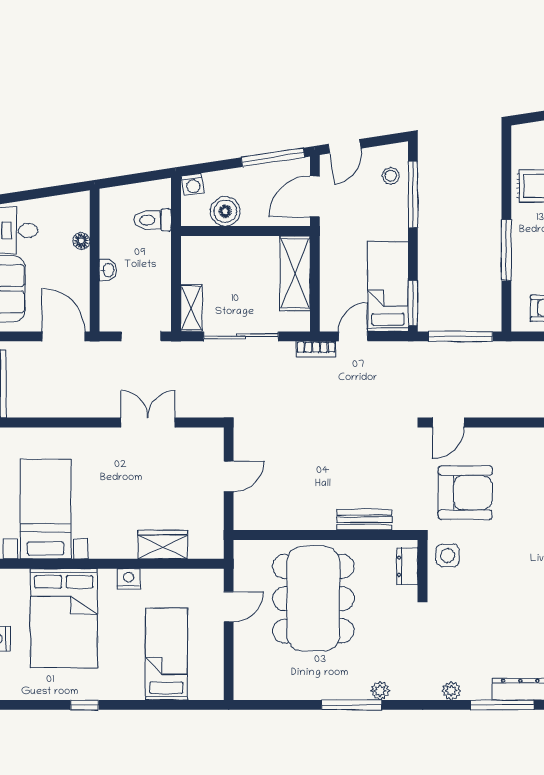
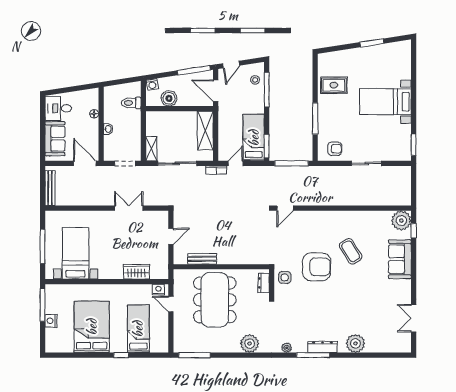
door: (315, 196) -> (216, 91), hinge flipped
armchair: (465, 493) -> (317, 267), moved
bench: (364, 520) -> (202, 259), moved
nightstand: (129, 579) -> (158, 290), moved
door: (229, 607) -> (171, 304), swing flipped
bed: (64, 618) -> (92, 327), moved, turned 180
plant: (380, 691) -> (250, 344), width x1.88, depth x1.88
window: (85, 705) -> (121, 355), moved
window: (352, 705) -> (195, 355), moved

